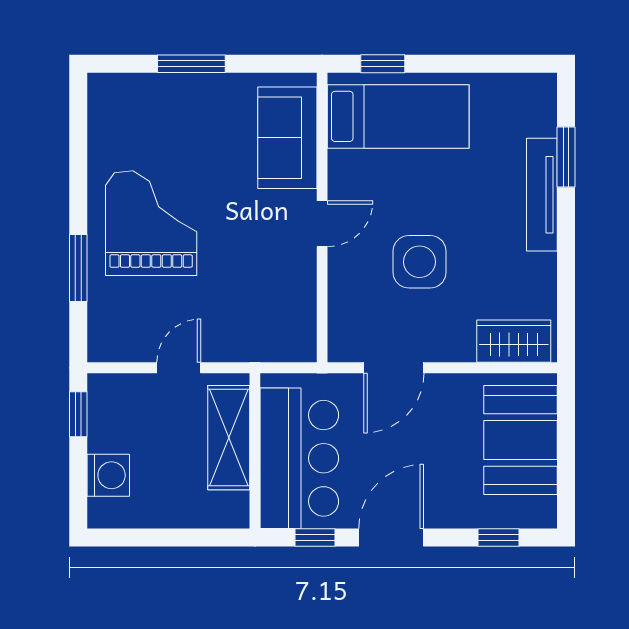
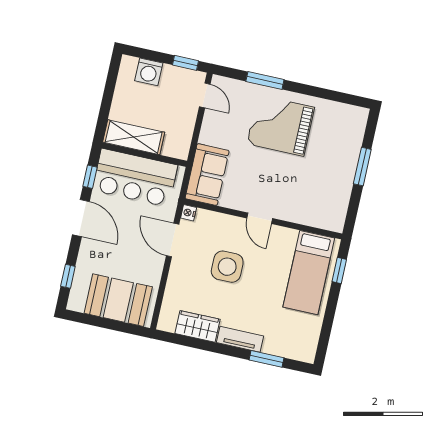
sofa: (287, 138) -> (207, 175), moved, turned 90
tv unit: (542, 195) -> (240, 339), width x0.71
grand piano: (151, 223) -> (281, 125), turned 180
wardrobe: (514, 341) -> (197, 326), moved, turned -90
nightstand: (340, 351) -> (189, 213), added
door: (179, 368) -> (205, 95), moved
shelving: (229, 438) -> (134, 137), moved

